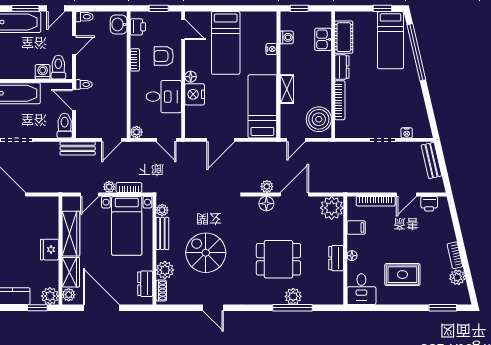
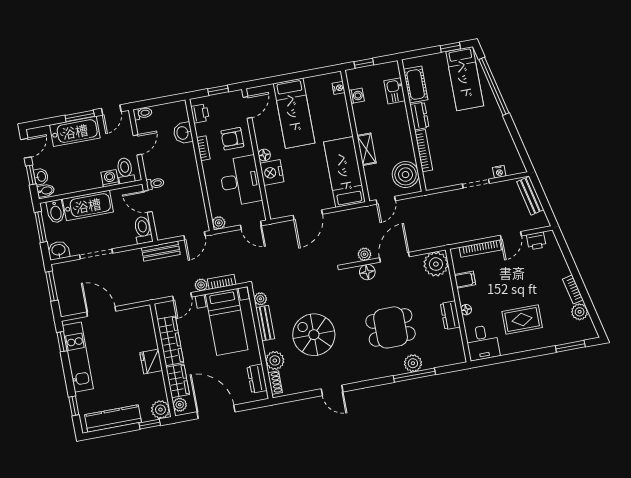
washbasin: (119, 25) -> (183, 133), moved
door: (183, 29) -> (247, 107), hinge flipped
nightstand: (271, 49) -> (339, 88), moved
desk: (164, 97) -> (240, 181), width x1.37

